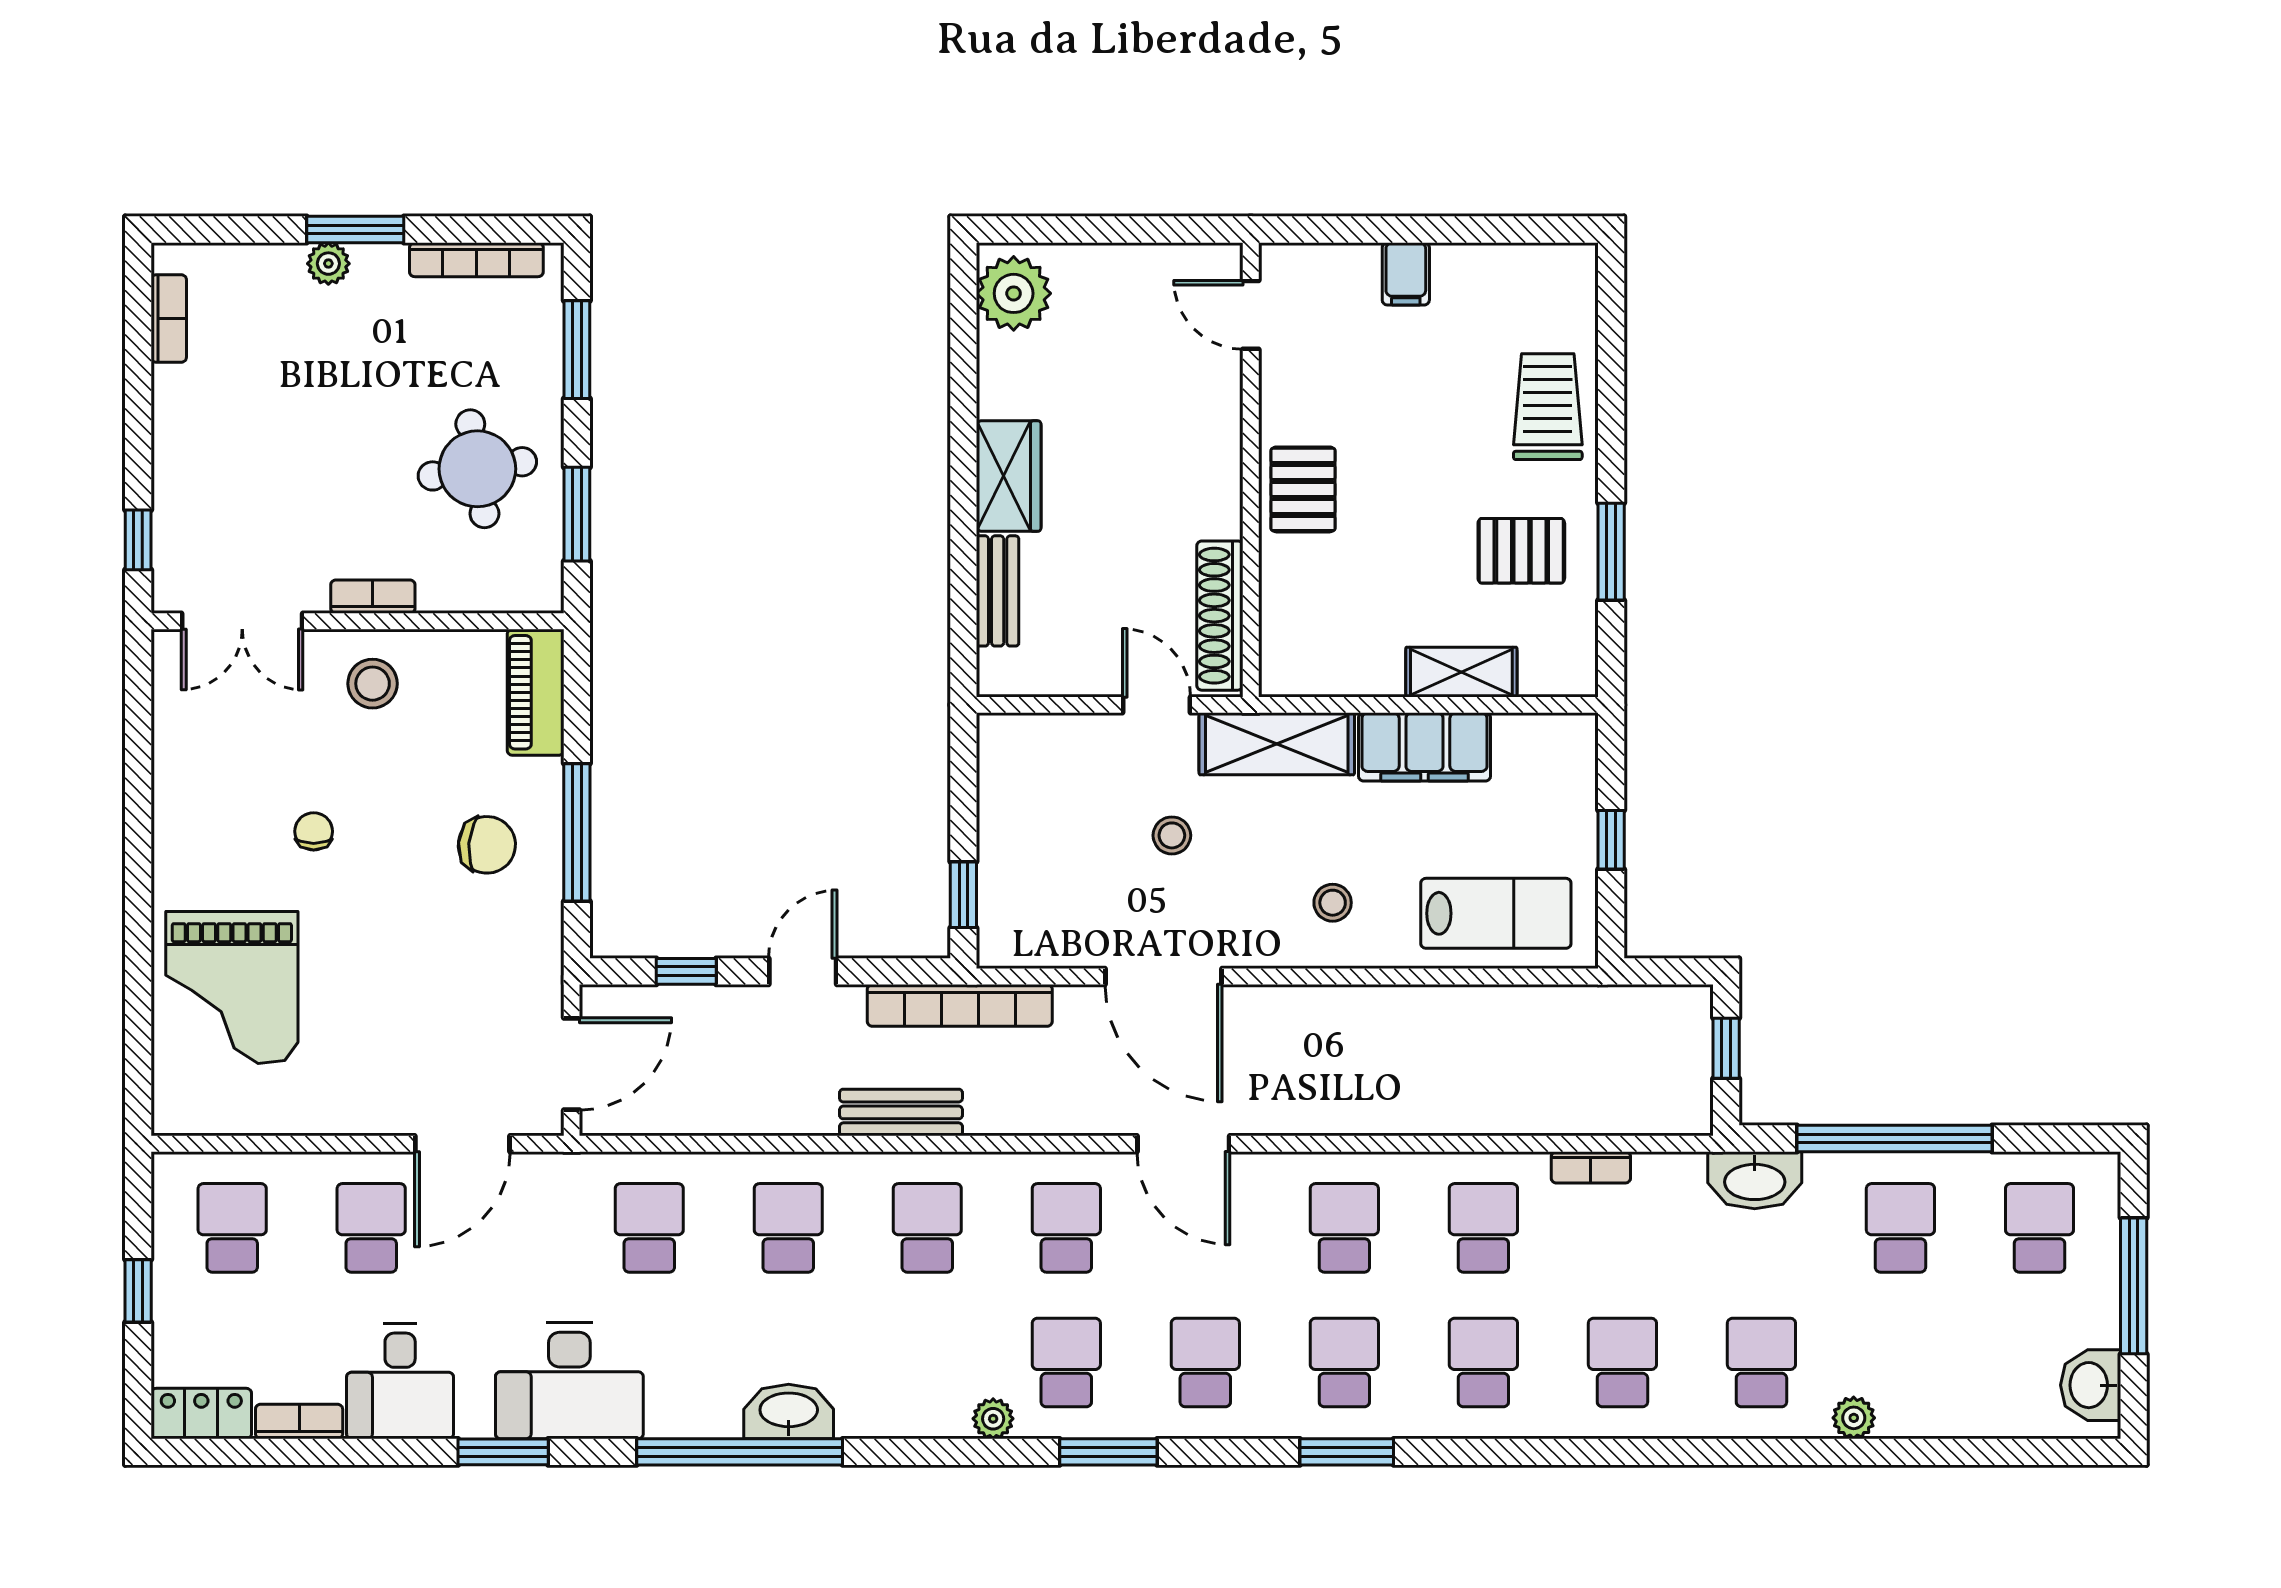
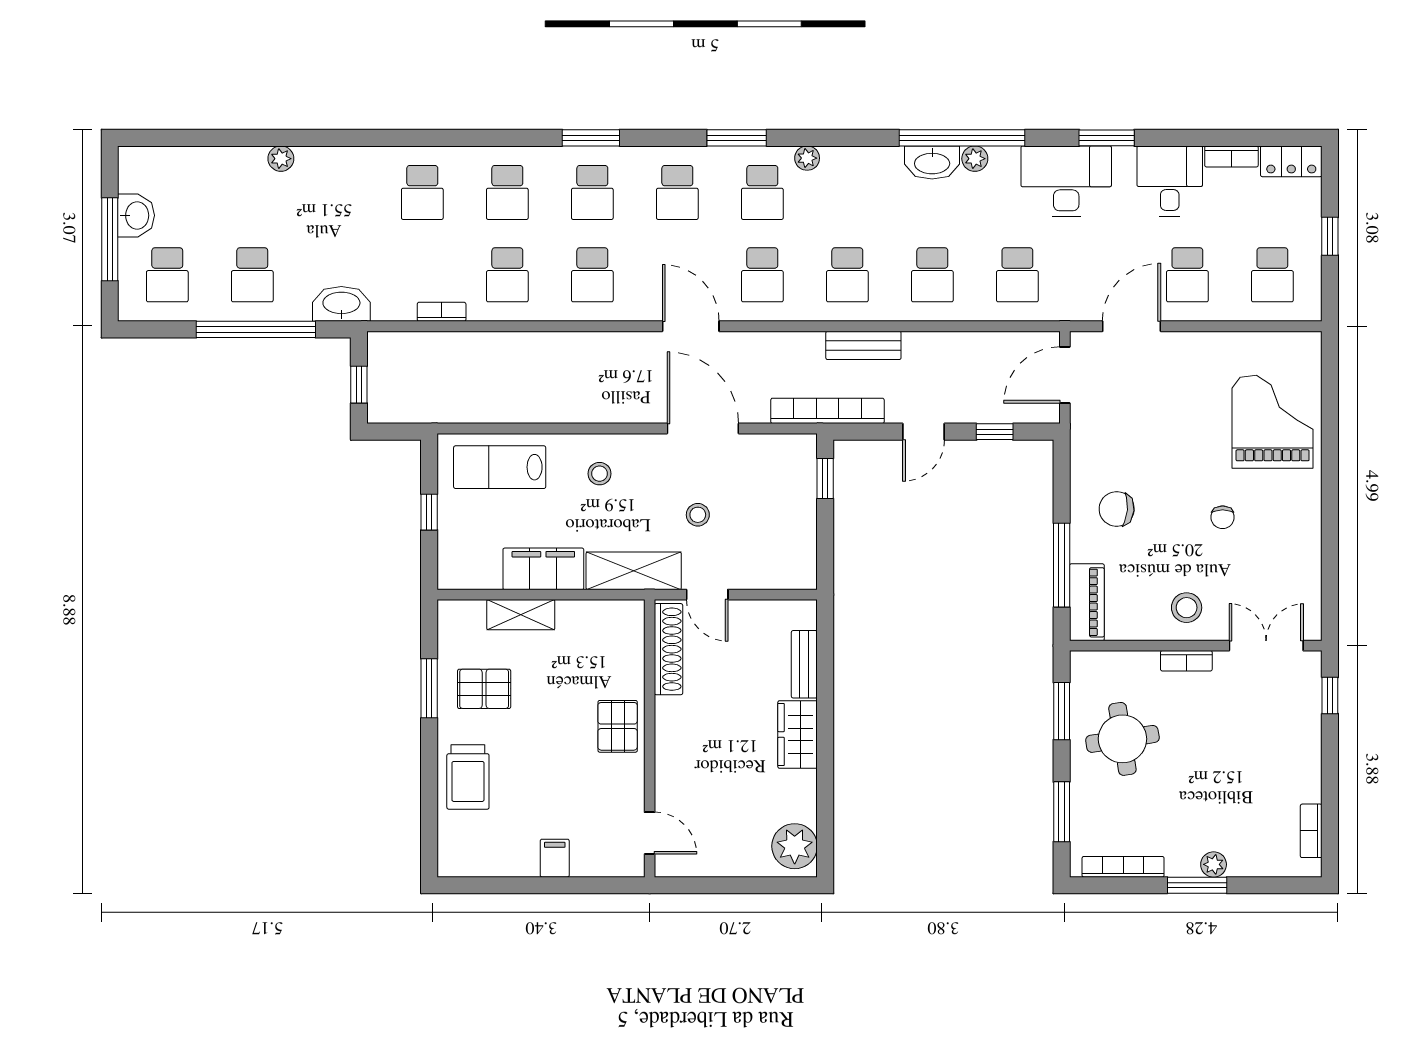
window: (577, 832) -> (1062, 565), moved
school desk: (1761, 1363) -> (337, 192), removed
washbasin: (2091, 1385) -> (136, 215), moved
plant: (719, 1418) -> (975, 159), added

